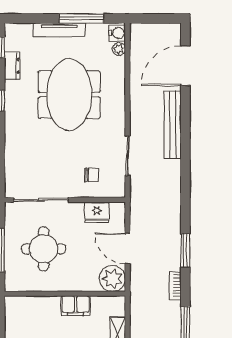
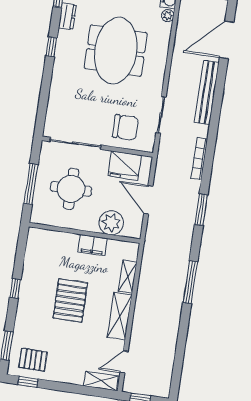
chair: (92, 175) -> (125, 127), width x1.87, depth x1.87
fridge: (97, 212) -> (125, 166), width x1.36, depth x1.34
plant: (112, 279) -> (111, 223), moved
bookcase: (175, 286) -> (199, 159), moved, width x1.56

